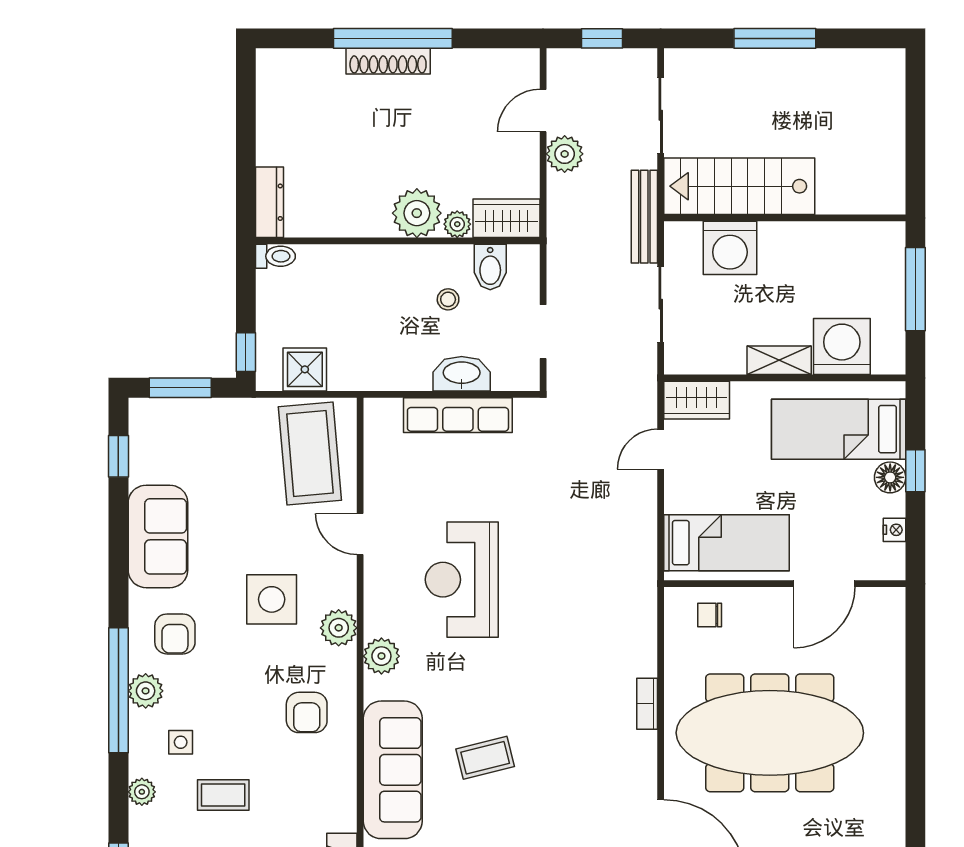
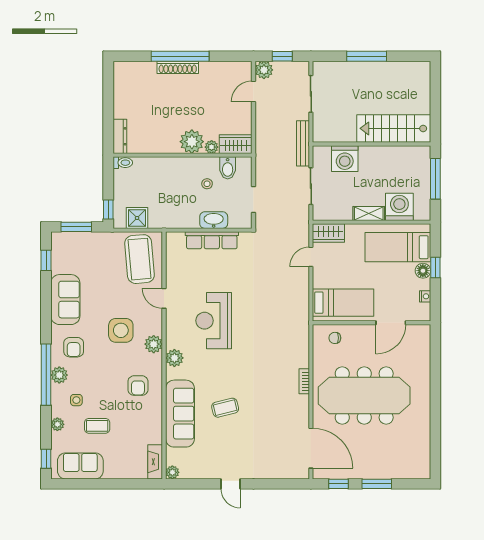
plant: (565, 154) -> (264, 70), moved
stairs: (739, 186) -> (394, 128), moved

